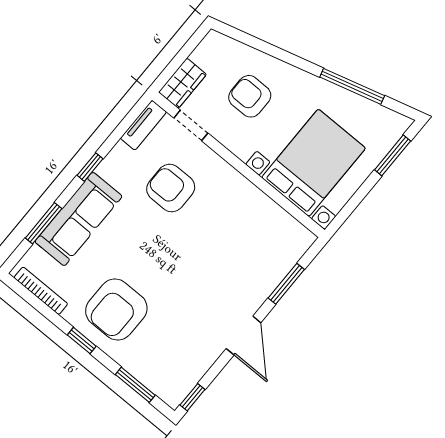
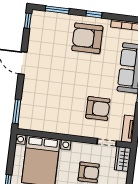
window: (286, 284) -> (17, 112), moved
armchair: (116, 310) -> (87, 38), turned -90

